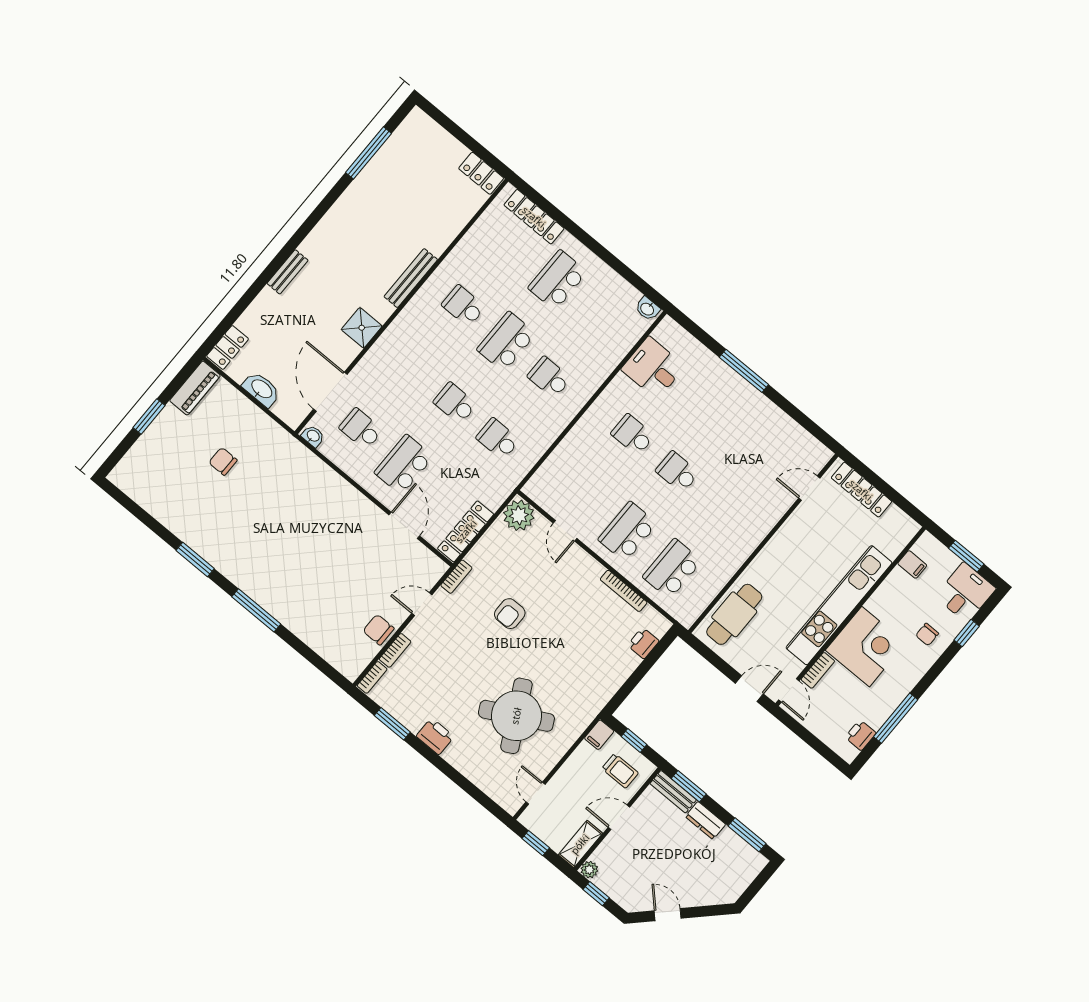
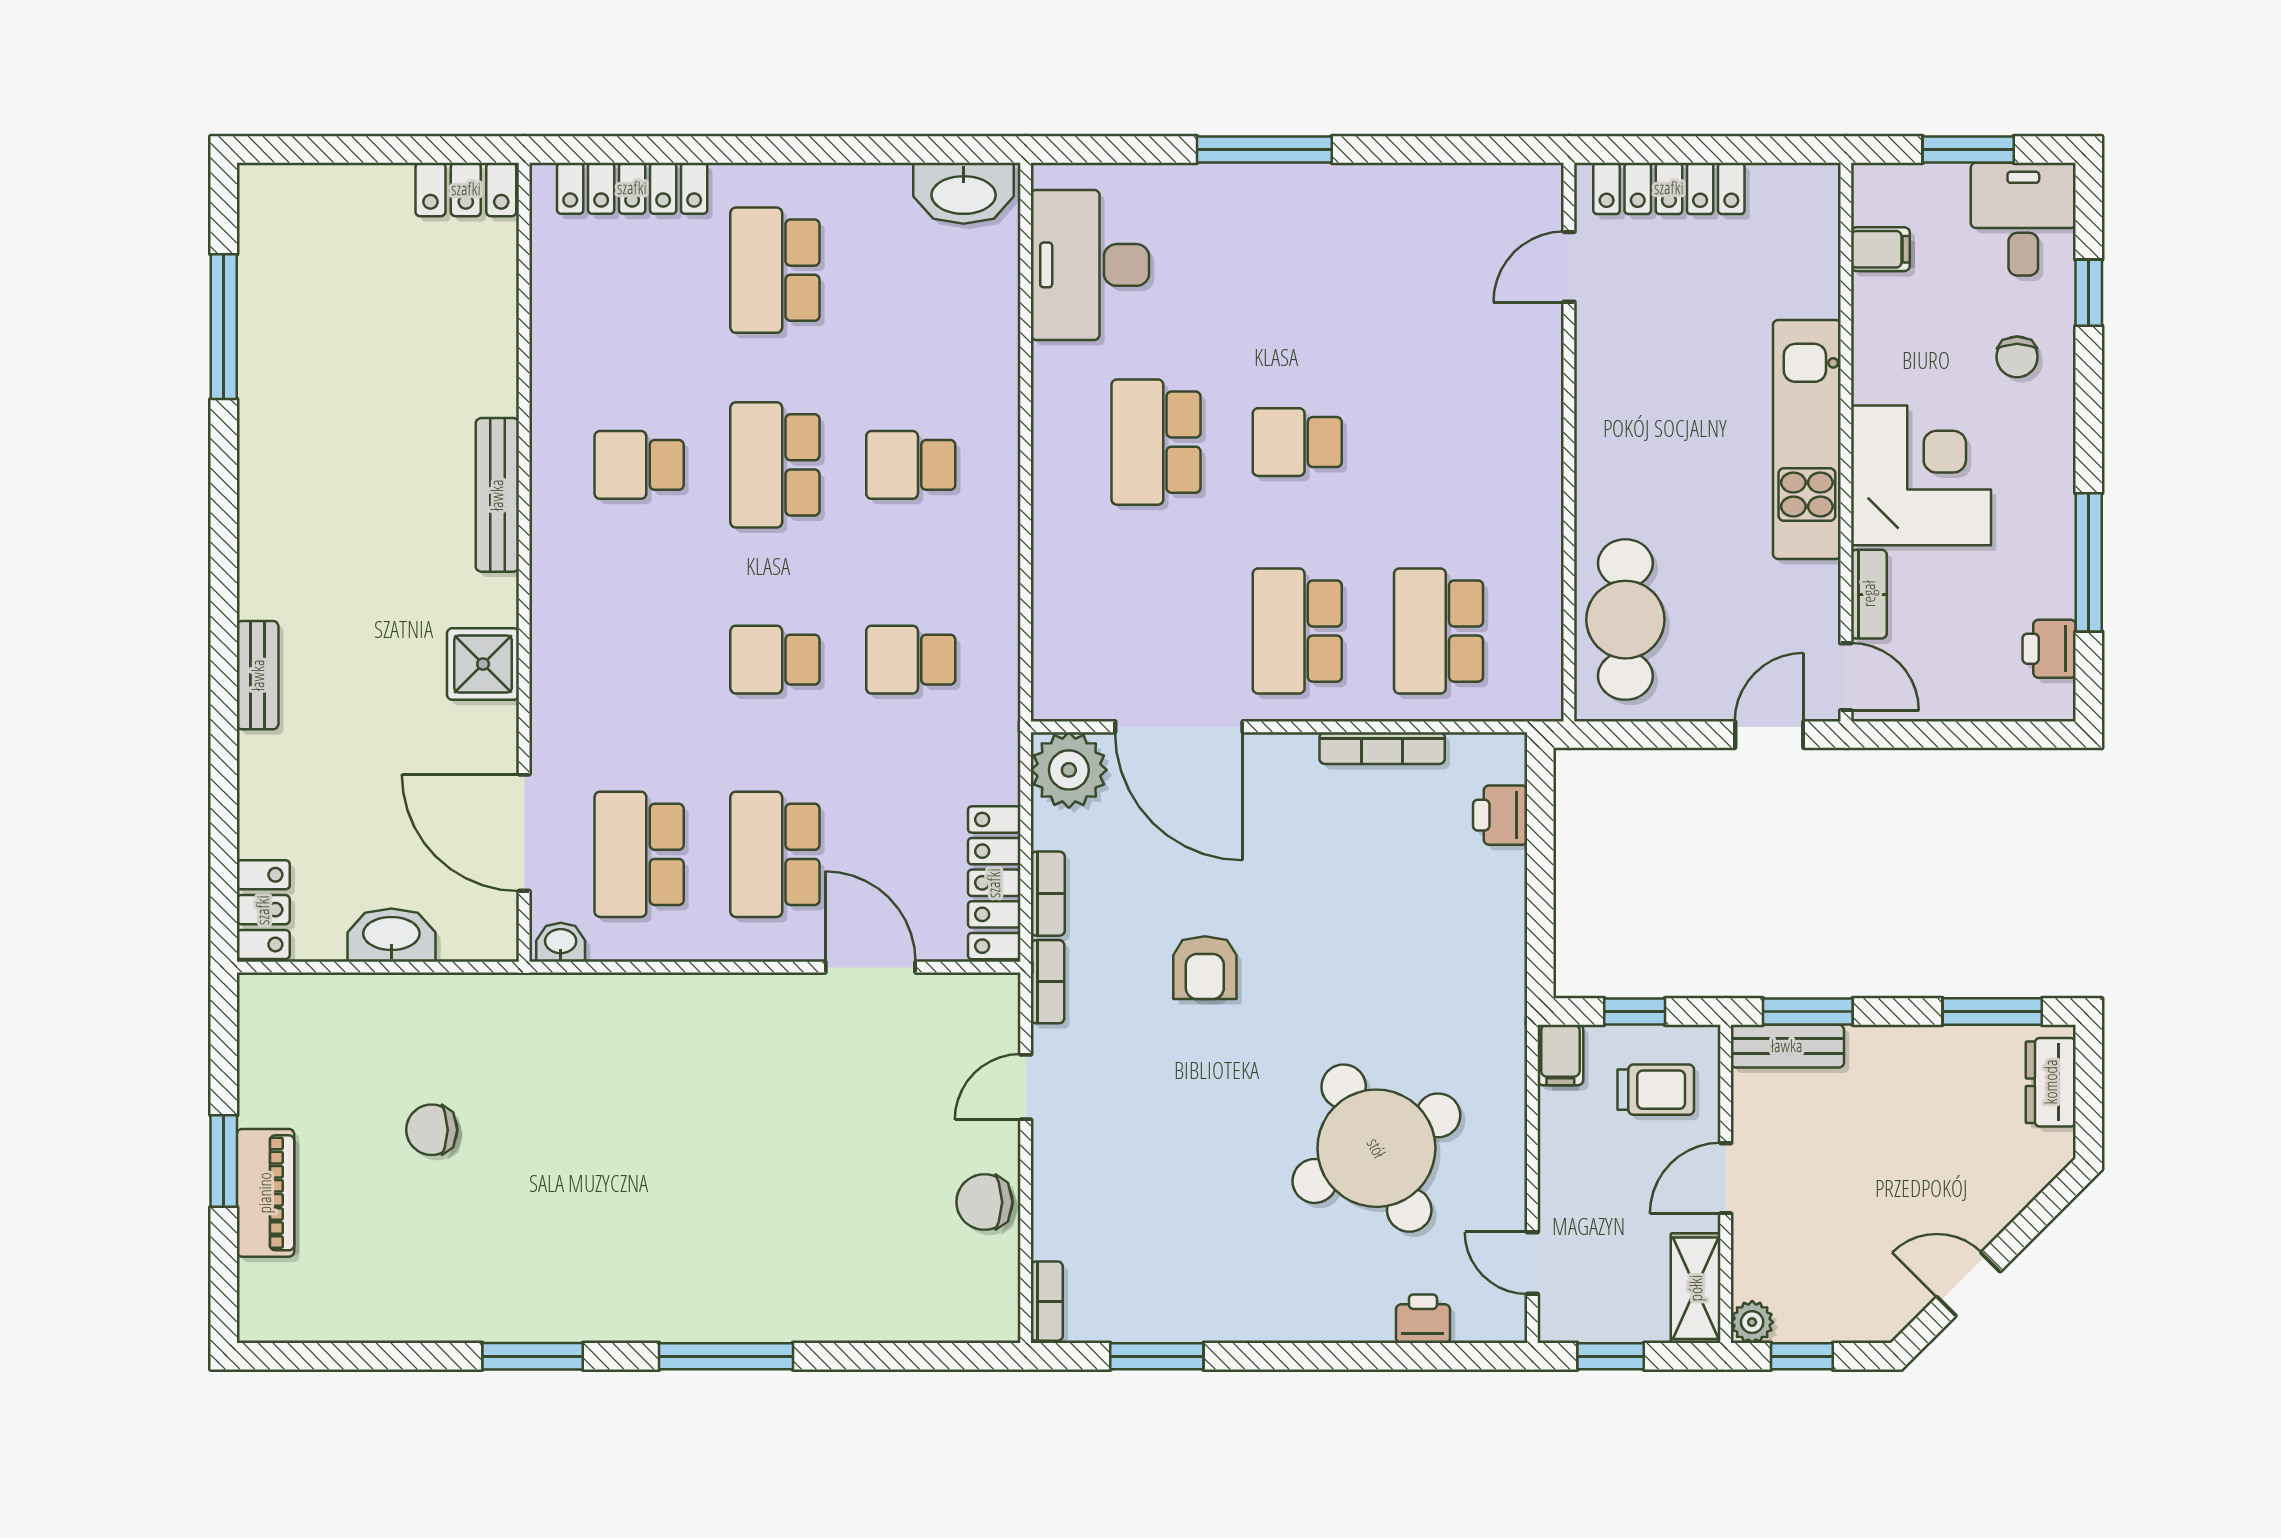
washbasin: (647, 309) -> (964, 193), width x1.91, depth x1.45
desk: (653, 368) -> (1090, 265), width x1.37
piano: (195, 388) -> (265, 1193), moved
school desk: (361, 429) -> (639, 854), width x1.85
school desk: (633, 435) -> (1156, 442), width x1.85
door: (565, 531) -> (1179, 727), width x1.87
kitchen unit: (839, 605) -> (1807, 439), width x0.73
bookcase: (395, 650) -> (1048, 894), moved
printer: (435, 736) -> (1423, 1319), moved, width x0.73, depth x0.81
dresser: (705, 820) -> (2051, 1082), moved, turned 90

